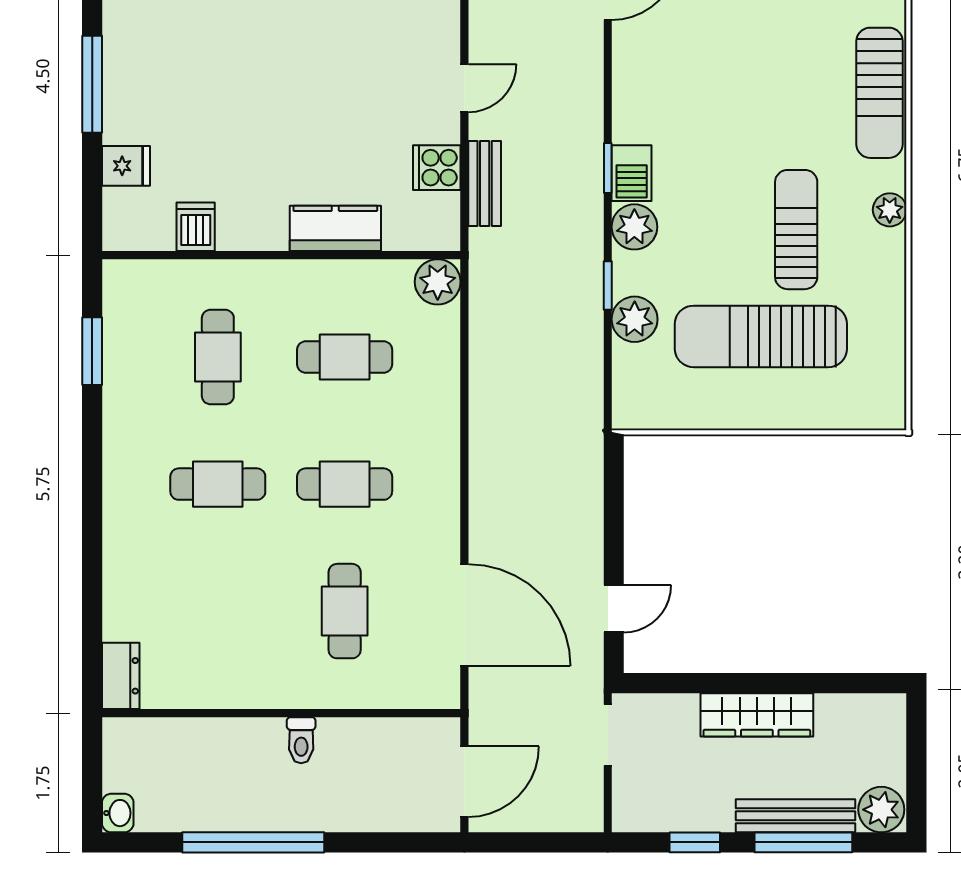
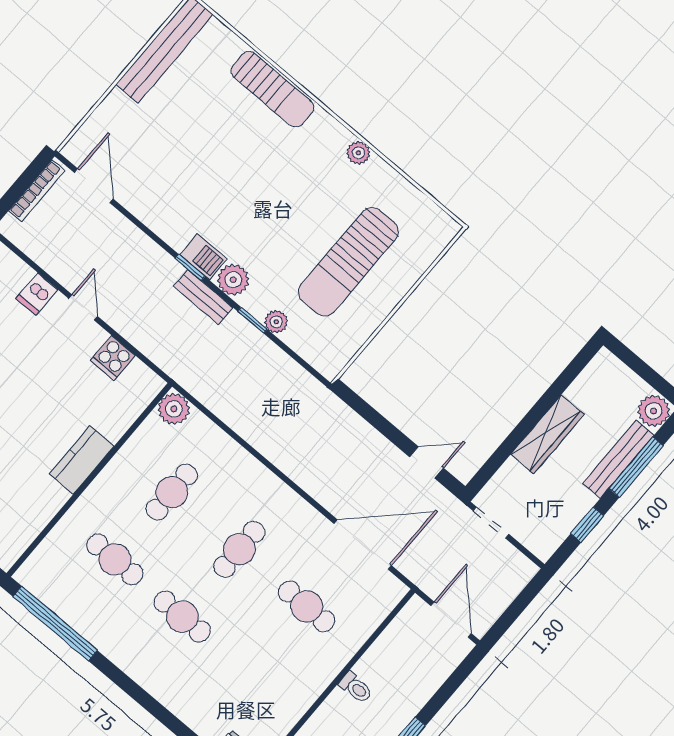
bench: (485, 184) -> (203, 297), moved
plant: (890, 210) -> (358, 153), moved
dishwasher: (196, 227) -> (37, 294), moved, turned -90
kitchen counter: (335, 228) -> (82, 460), moved
sun lounger: (796, 230) -> (307, 195), removed
plant: (635, 319) -> (276, 322), width x0.73, depth x0.73
window: (92, 351) -> (55, 623), width x2.11
cafe table: (218, 484) -> (182, 617), turned 90
door: (614, 609) -> (427, 462), hinge flipped

